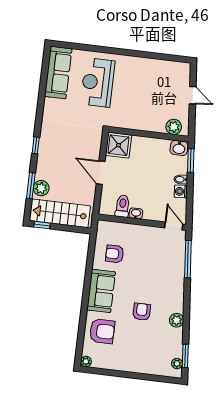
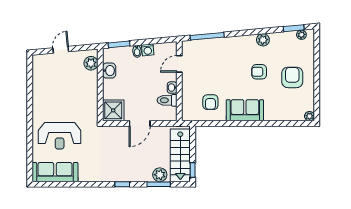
washbasin: (179, 148) -> (109, 71), moved
door: (174, 226) -> (179, 64), moved
armchair: (102, 331) -> (292, 77), moved

